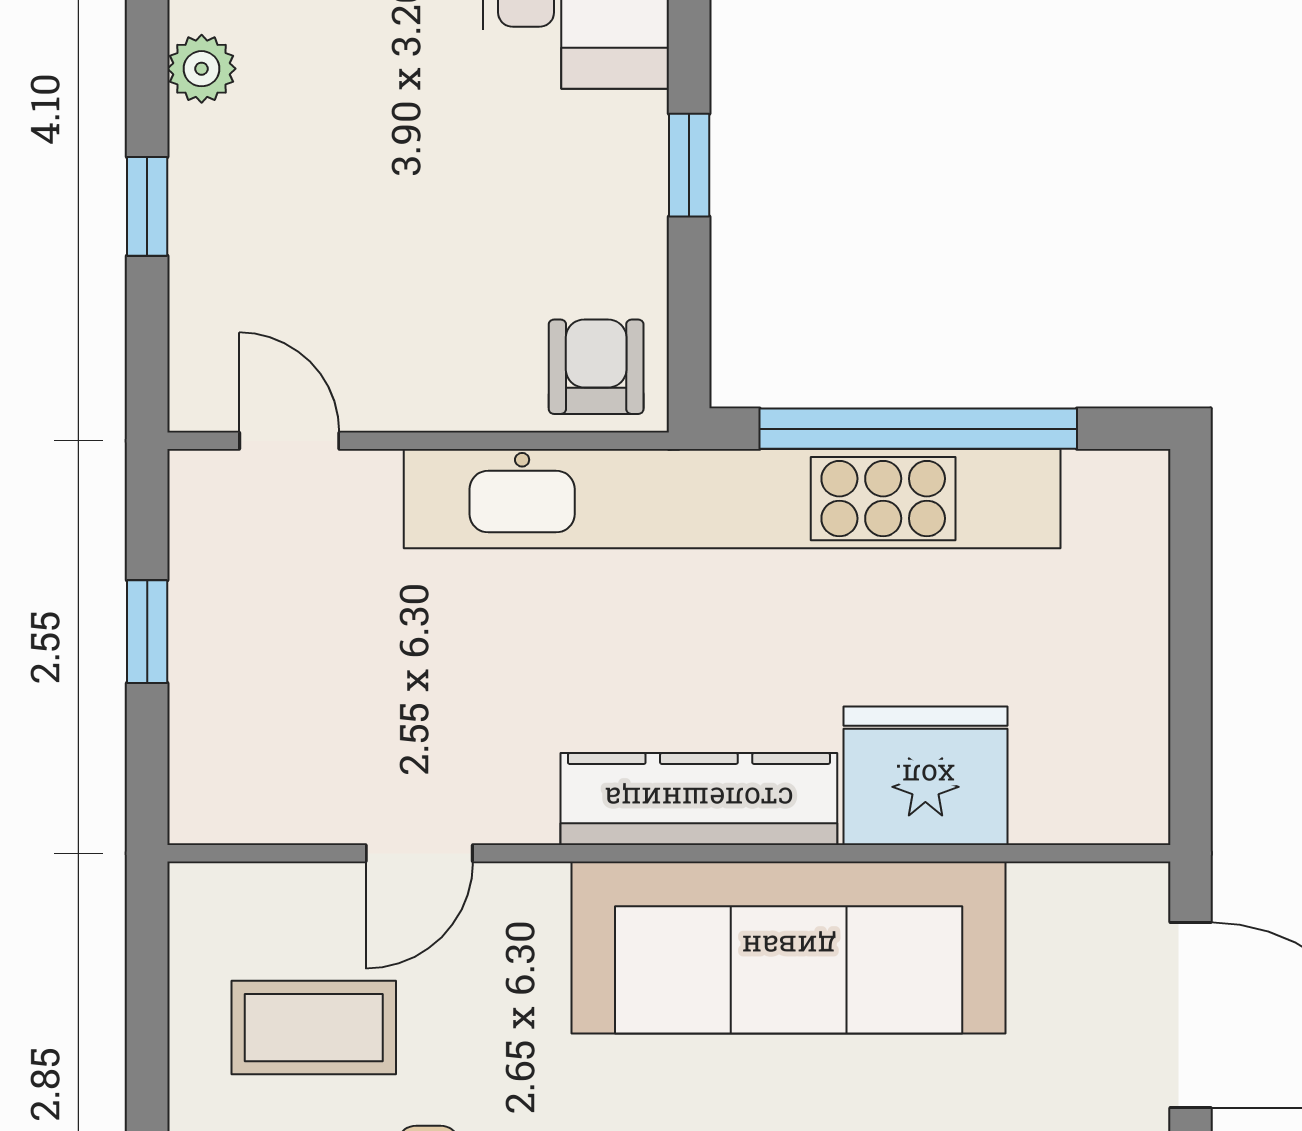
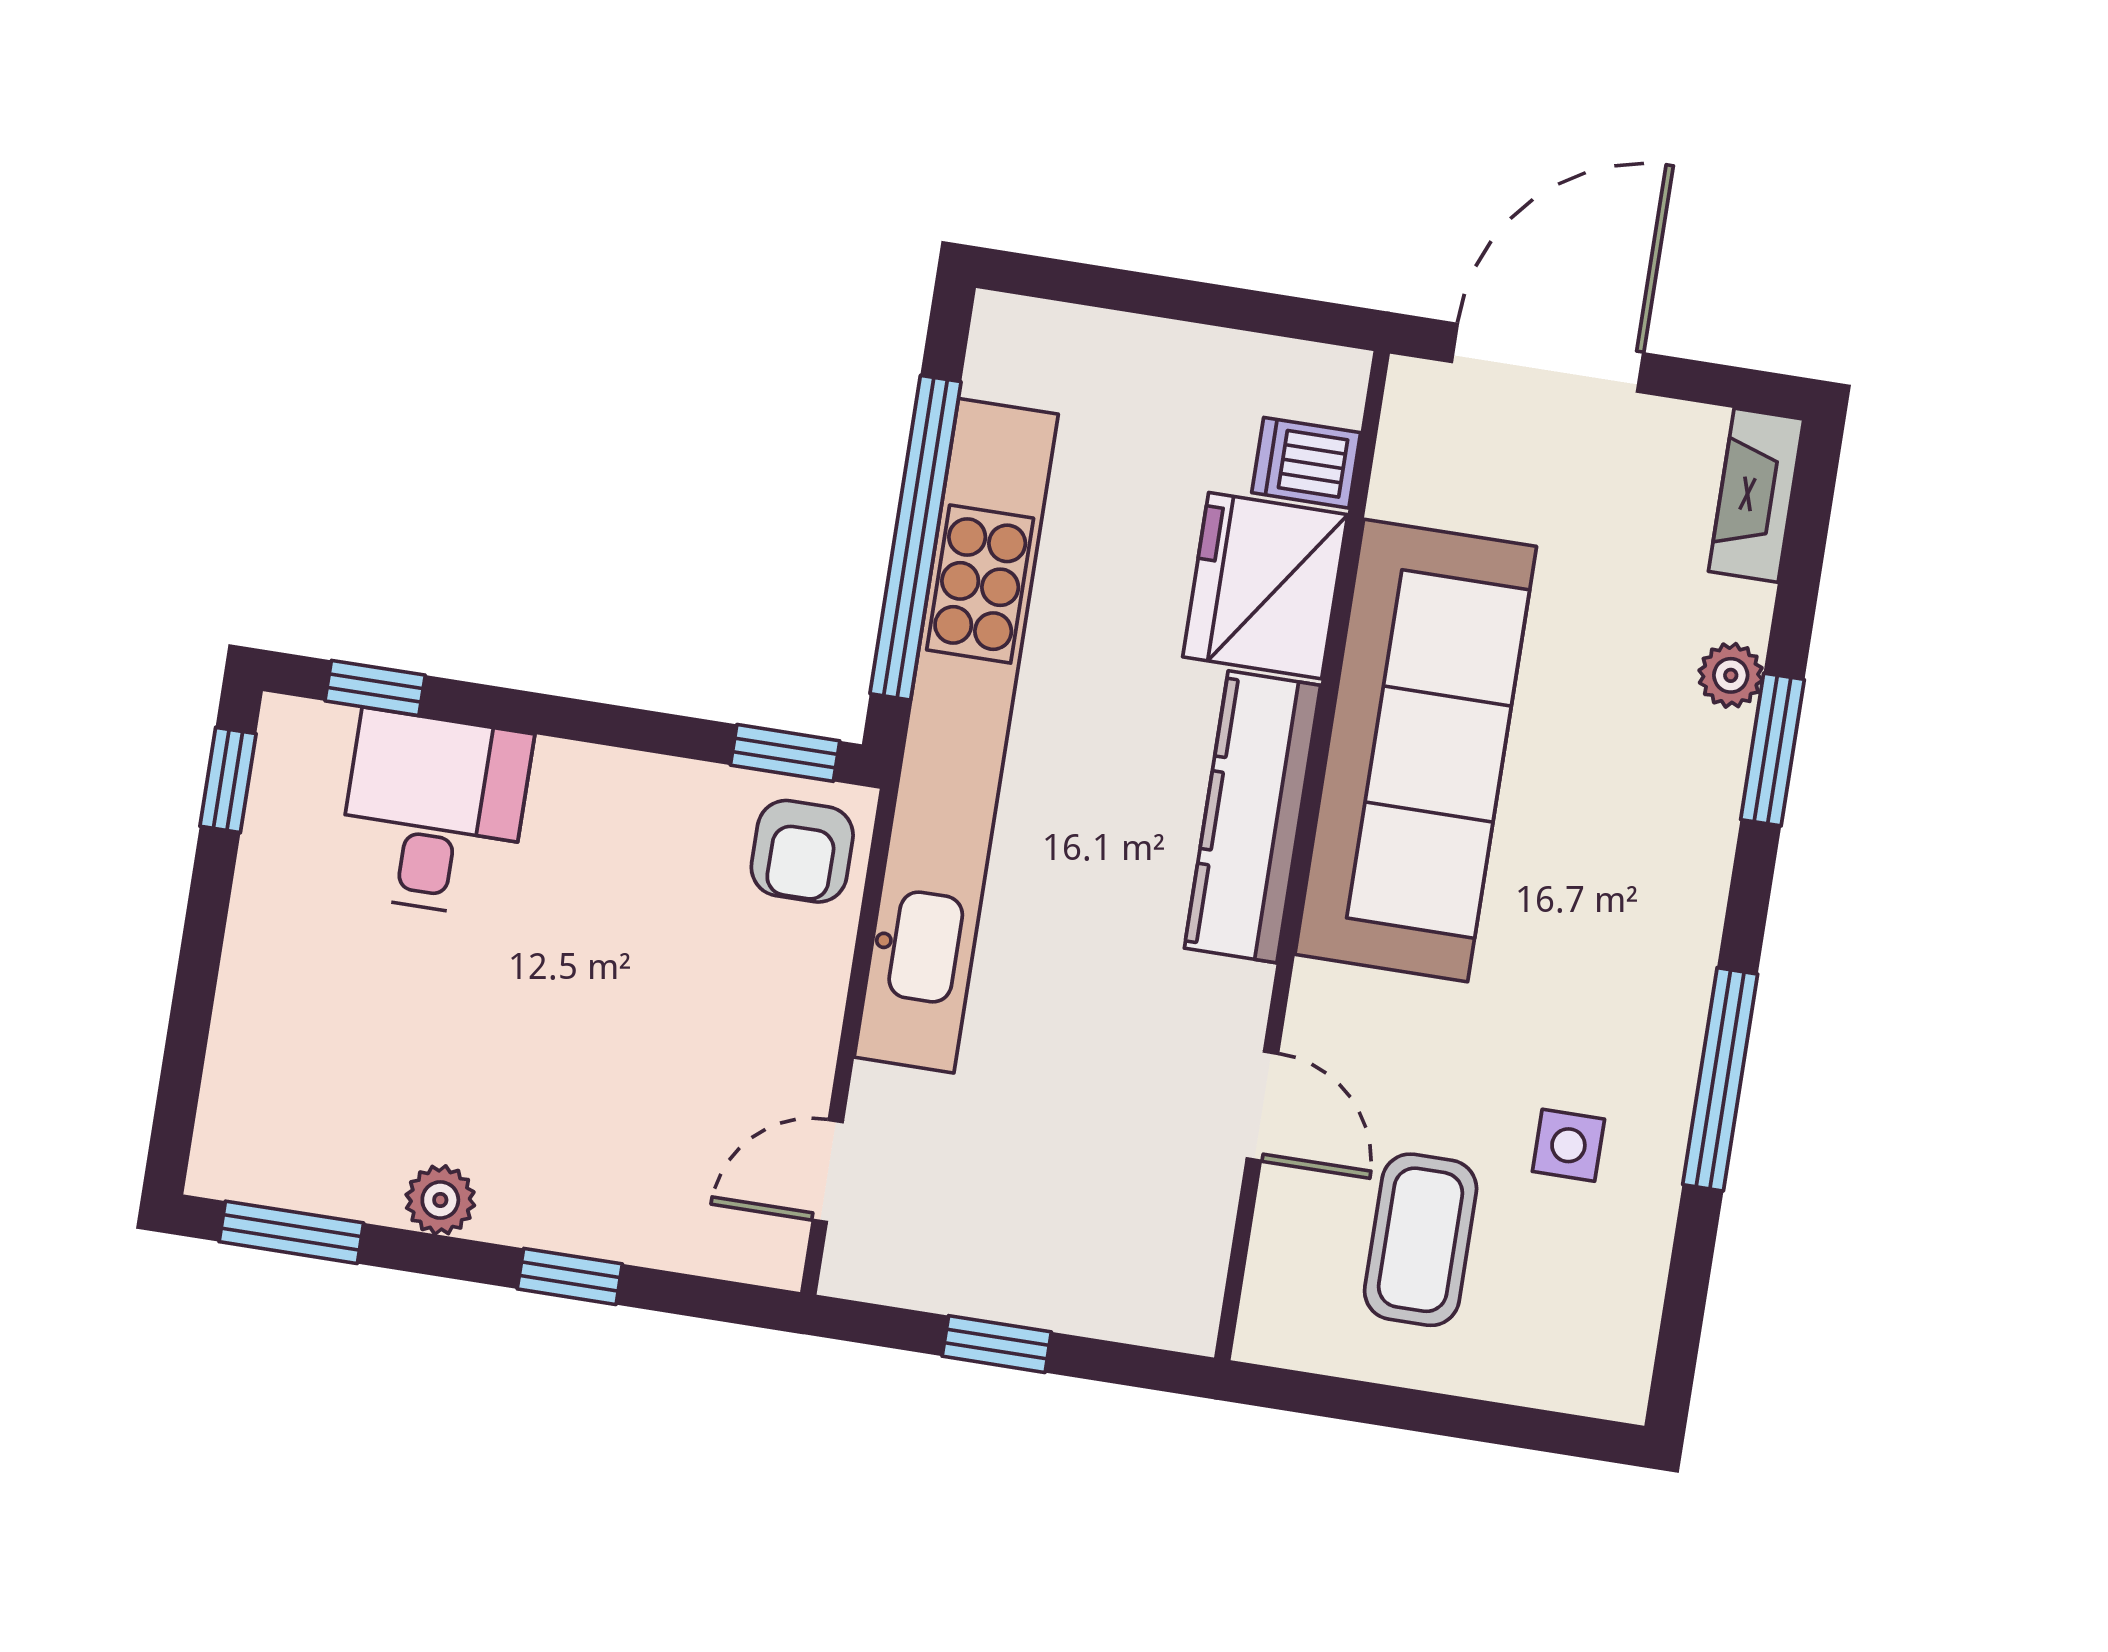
window: (689, 165) -> (785, 753), moved
armchair: (596, 367) -> (802, 851), turned -90
dishwasher: (1051, 797) -> (1306, 463), added

